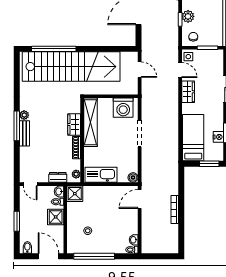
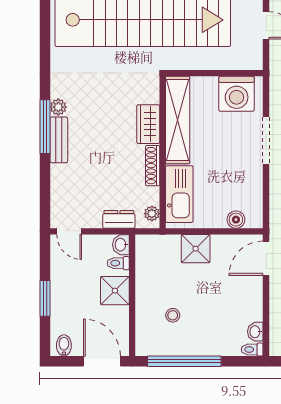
kitchen sink: (101, 175) -> (179, 194), moved, turned 90
boiler: (133, 178) -> (236, 220), moved
shower: (75, 194) -> (196, 249), moved

